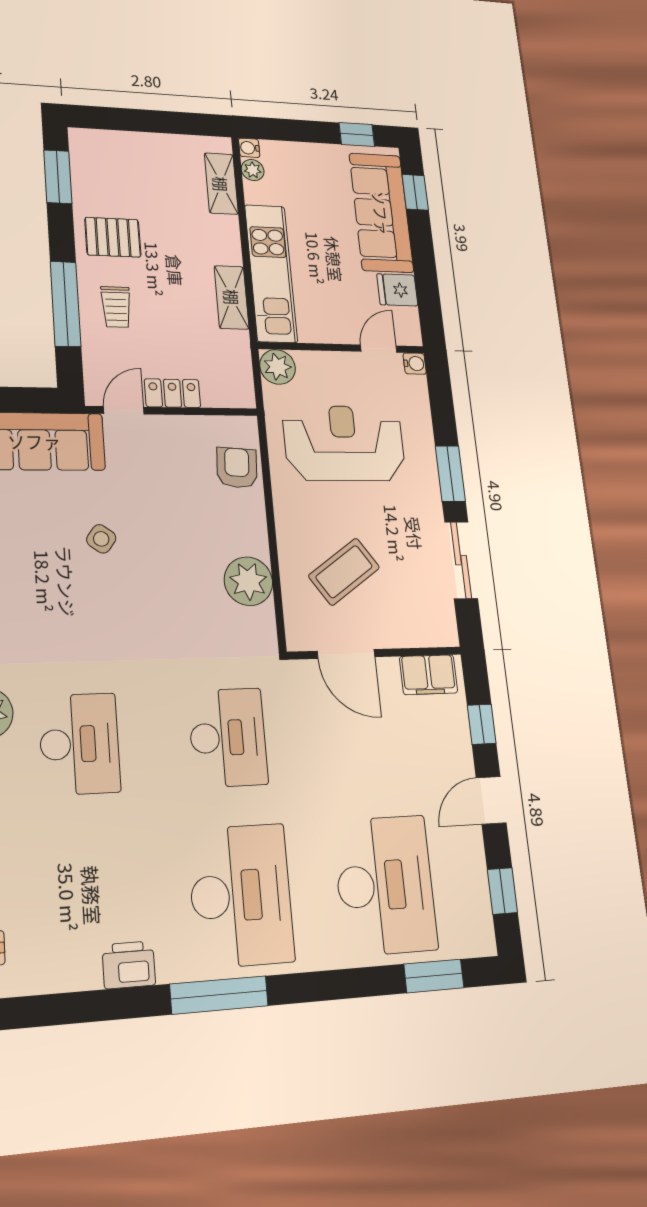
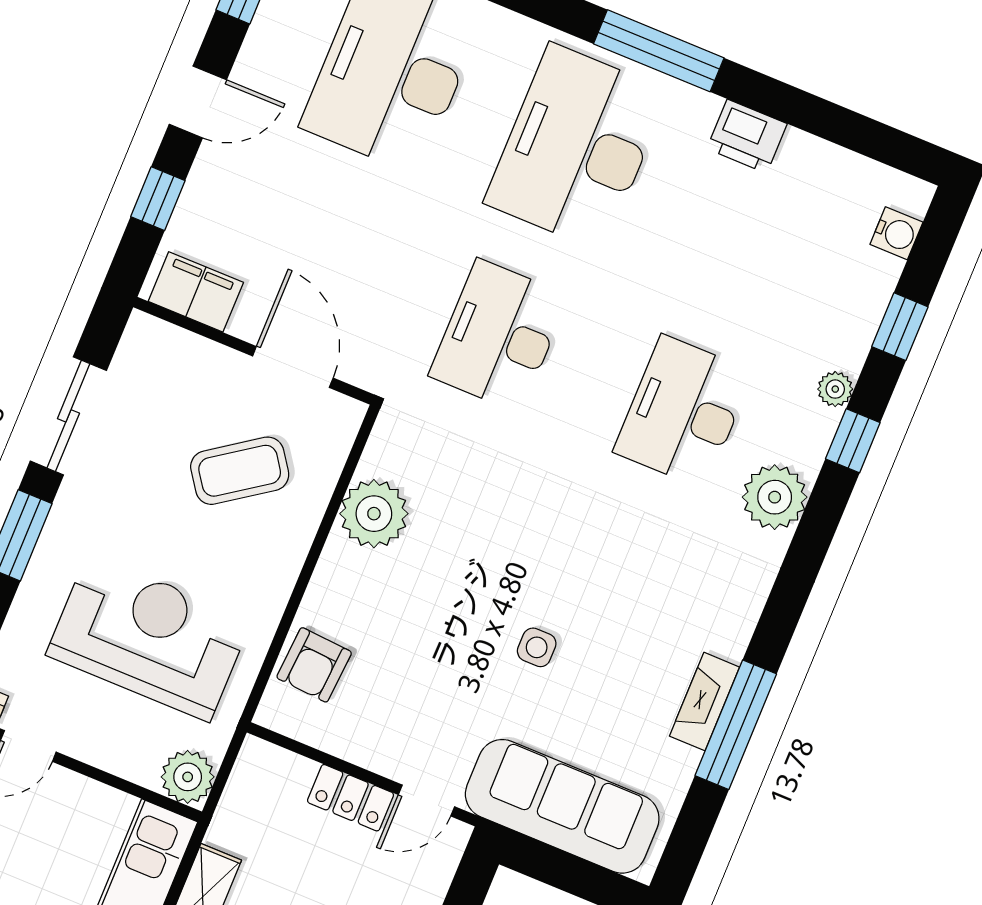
reception desk: (344, 443) -> (149, 637), turned 180
side table: (101, 539) -> (537, 647), turned -36

